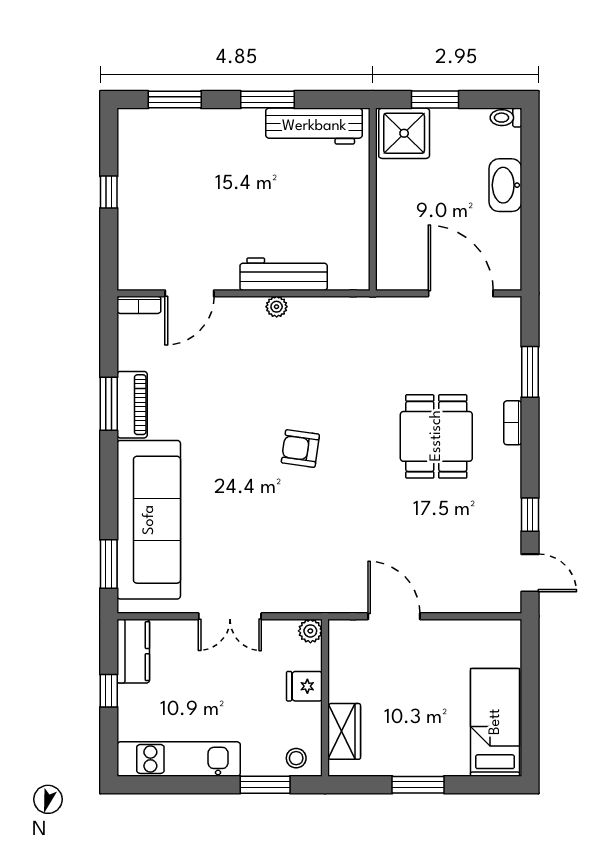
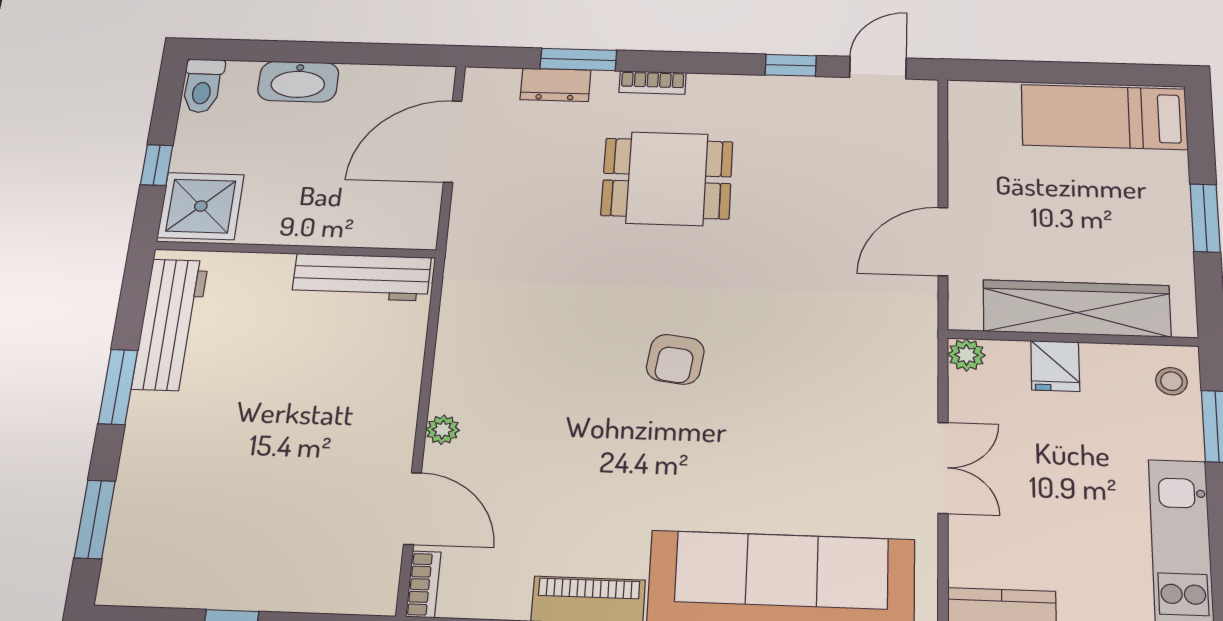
window: (435, 100) -> (157, 165), width x0.67
toilet: (506, 118) -> (203, 86), width x1.37, depth x1.39
workbench: (284, 274) -> (361, 277), moved, turned -90
plant: (277, 307) -> (443, 430), moved
dresser: (509, 358) -> (556, 85), added
wardrobe: (344, 731) -> (1077, 308), width x2.10, depth x1.17

